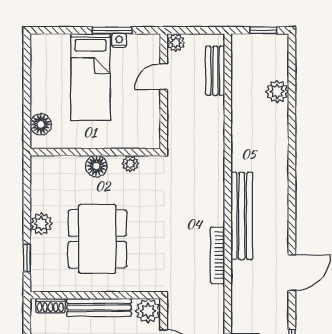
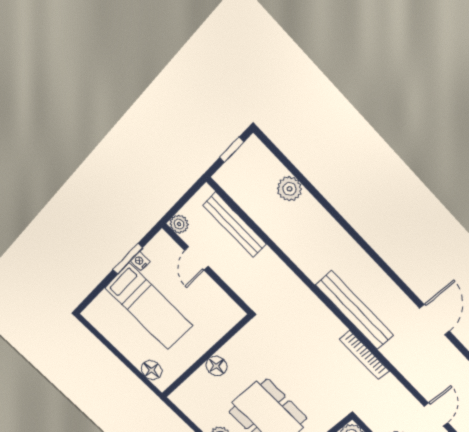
bench: (215, 71) -> (235, 225), width x1.36
plant: (130, 164) -> (237, 343), removed

